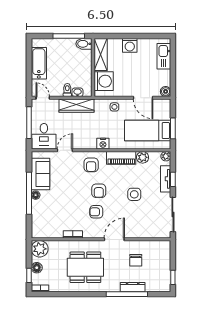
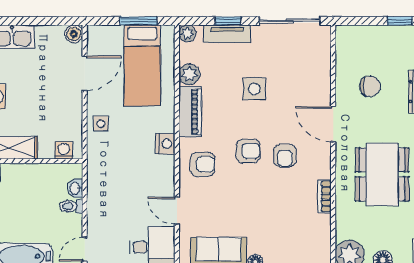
washing machine: (104, 81) -> (64, 150), width x0.53, depth x0.53
wardrobe: (77, 106) -> (99, 190), removed

